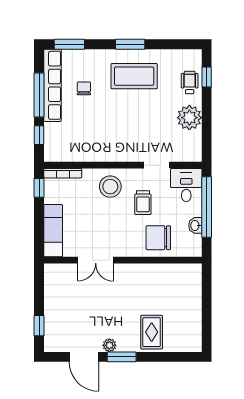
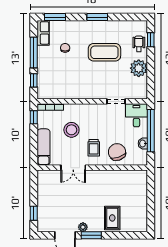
coffee table: (134, 76) -> (104, 52), moved
row of seats: (52, 85) -> (43, 33), width x0.50
stool: (110, 187) -> (71, 130), moved
trolley: (143, 203) -> (94, 148), moved
chair: (158, 238) -> (117, 152), turned 72

